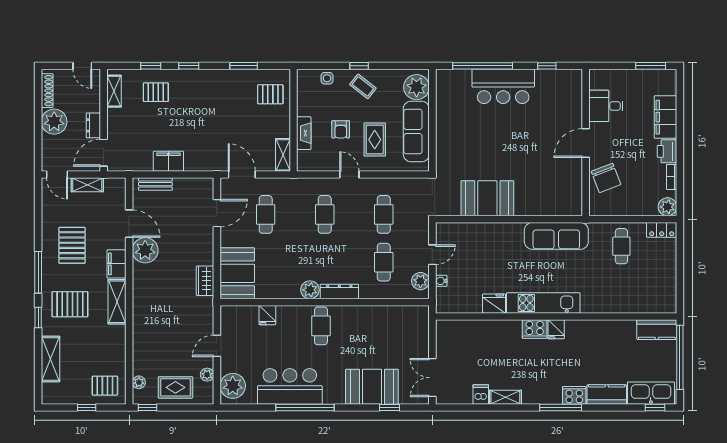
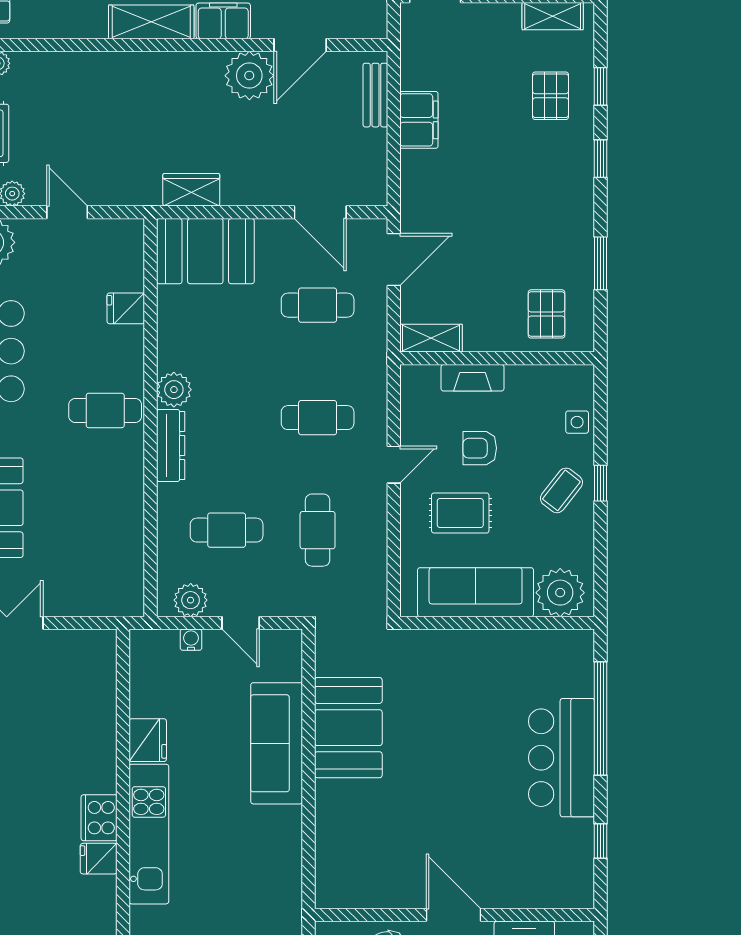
cafe table: (384, 214) -> (318, 530), turned 90
sofa: (556, 236) -> (277, 743), moved

